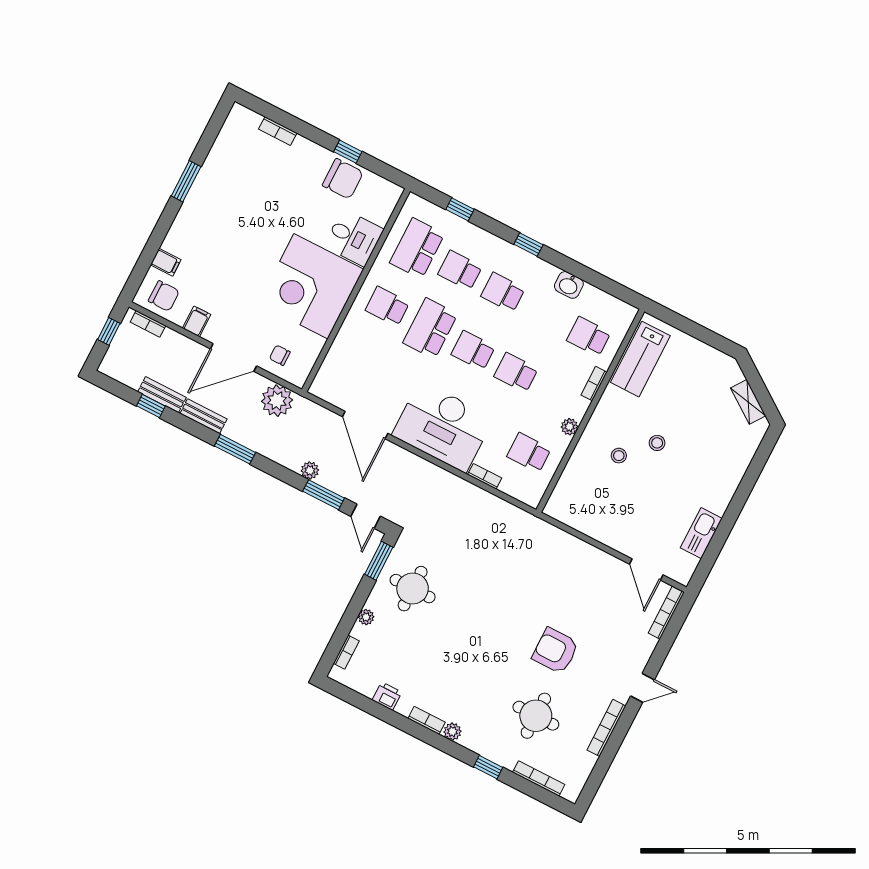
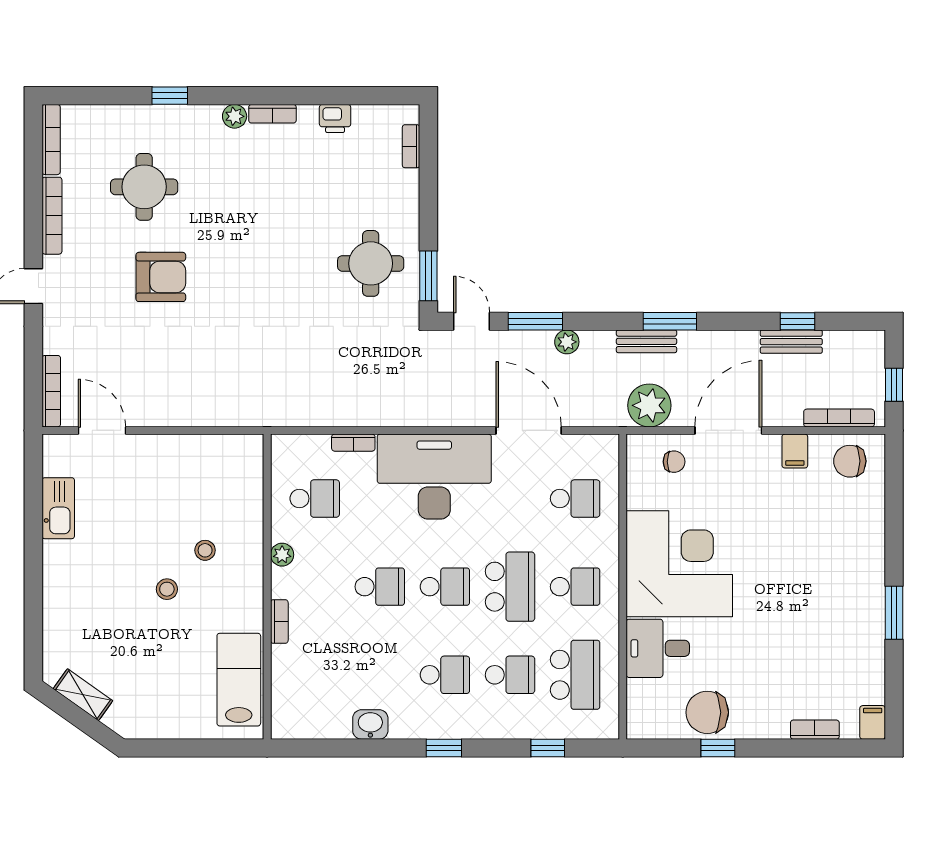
filing cabinet: (166, 262) -> (873, 722), moved, turned 90
bookcase: (148, 324) -> (839, 418), width x1.56
school desk: (589, 336) -> (575, 499), moved
bench: (204, 416) -> (647, 341), moved
plant: (366, 617) -> (409, 201), removed
bookcase: (539, 778) -> (51, 140), moved, turned -90

